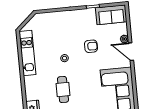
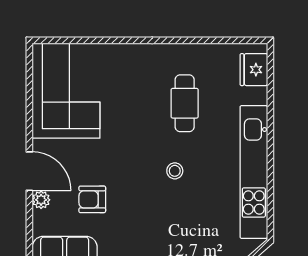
armchair: (91, 46) -> (92, 199), moved
kitchen unit: (28, 53) -> (254, 172), width x1.36

